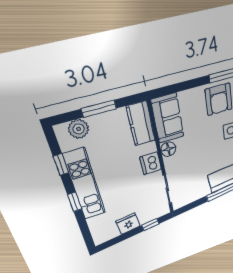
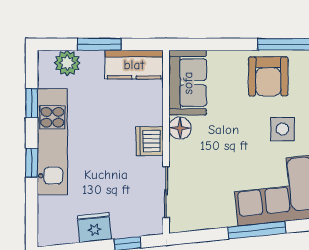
kitchen counter: (141, 124) -> (134, 65), moved, turned -90

